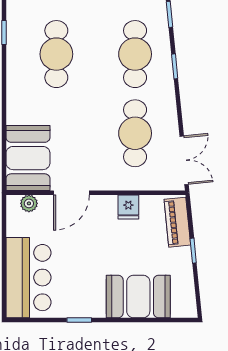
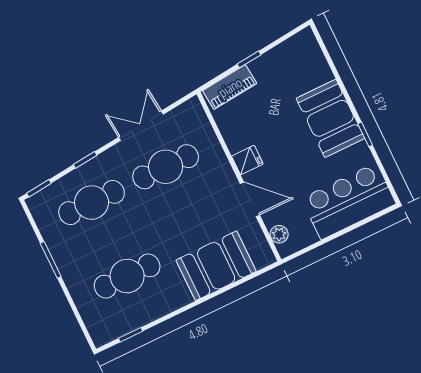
booth: (28, 158) -> (216, 266), moved
double door: (184, 160) -> (141, 126), moved
fridge: (128, 207) -> (247, 160), moved
booth: (138, 296) -> (330, 118), moved

